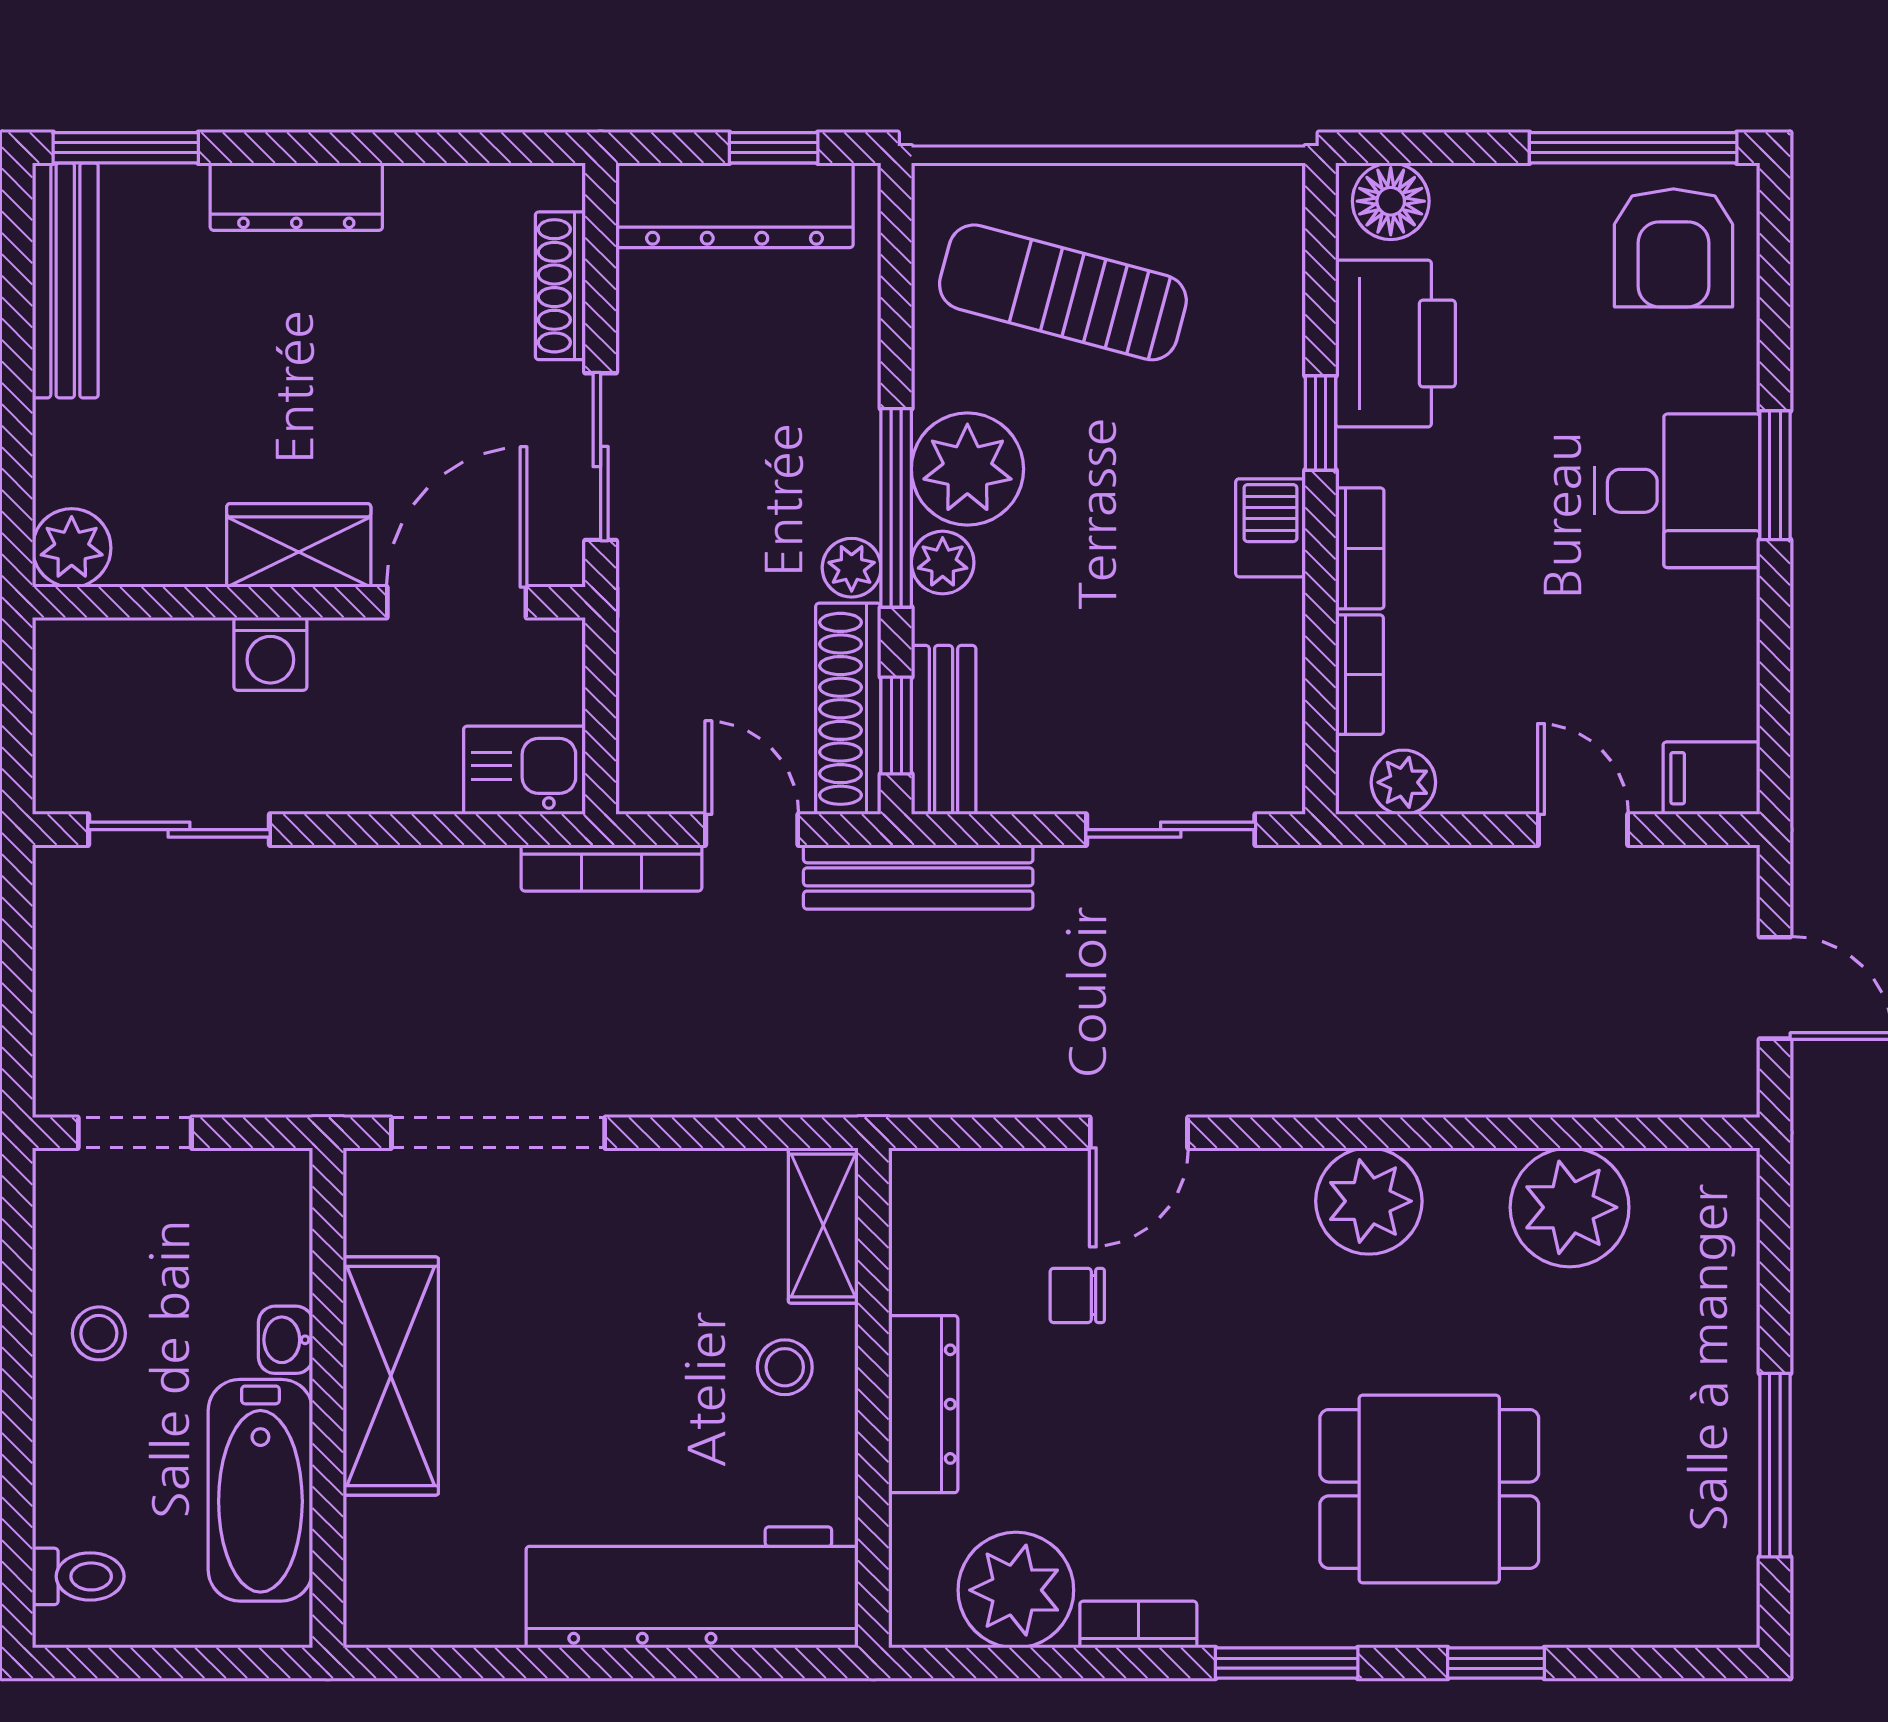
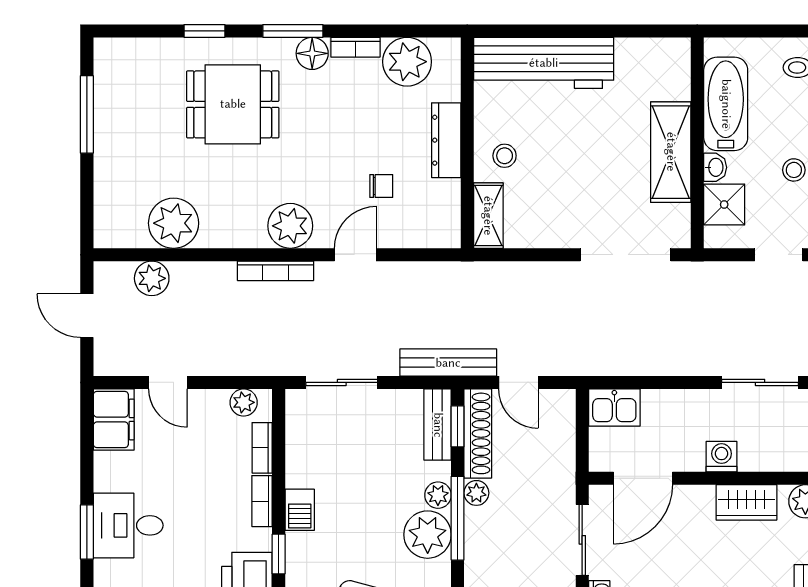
wardrobe: (299, 545) -> (746, 502), moved
filing cabinet: (1711, 778) -> (114, 420), width x2.00
bookcase: (612, 868) -> (275, 271), moved, turned 180
plant: (1621, 1077) -> (152, 278), added
plant: (1369, 1201) -> (290, 226), moved
shower: (264, 1252) -> (724, 205), added
floor lamp: (1241, 1610) -> (312, 53), added

